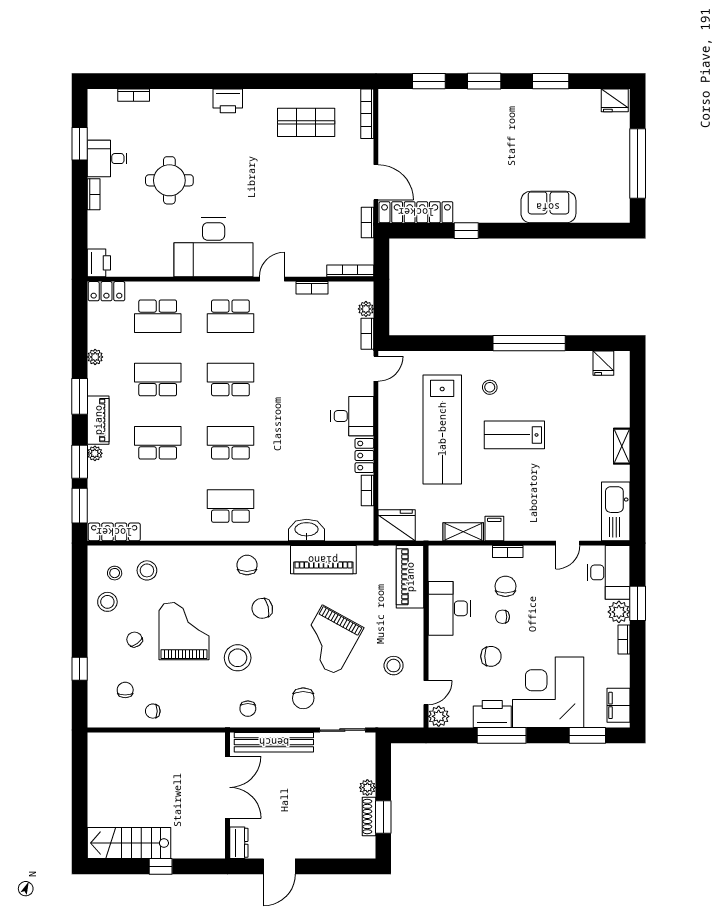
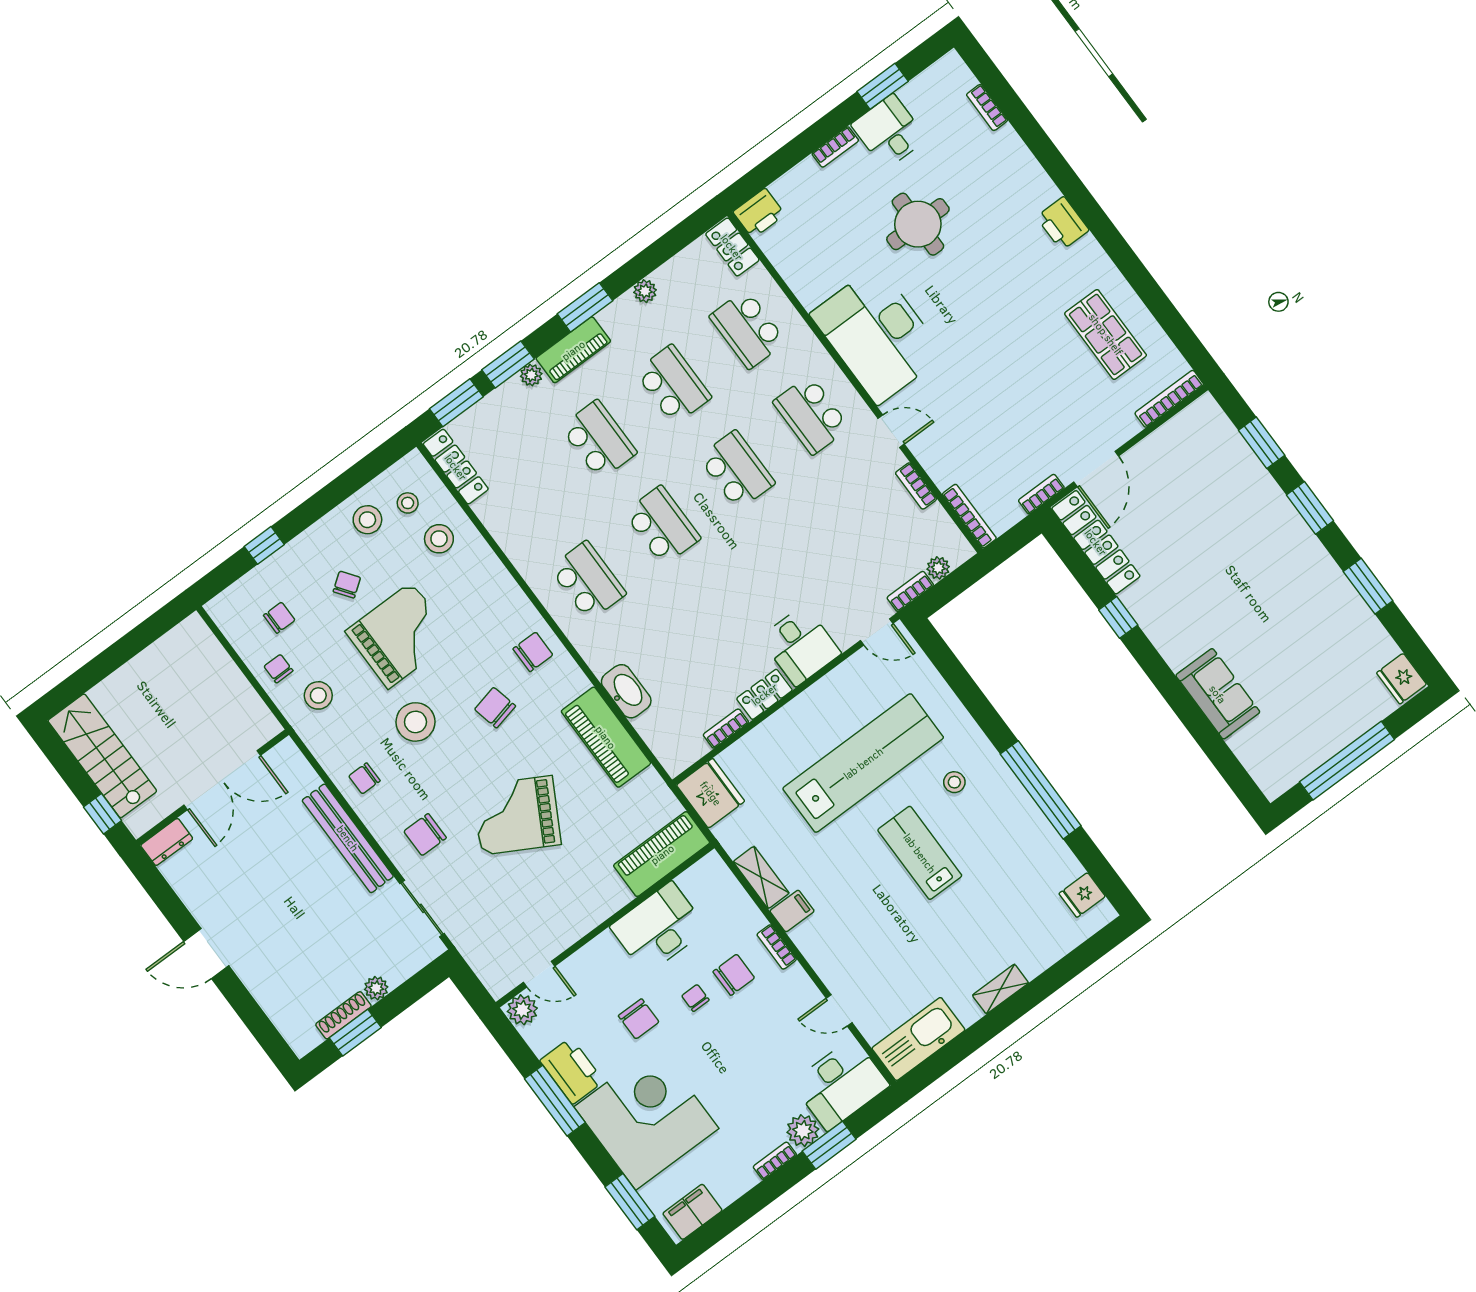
lab bench: (442, 429) -> (863, 763), turned 180
stool: (394, 666) -> (318, 695), moved
double door: (228, 787) -> (222, 780), moved
wall: (228, 796) -> (212, 787), moved
dresser: (239, 843) -> (167, 842), moved

